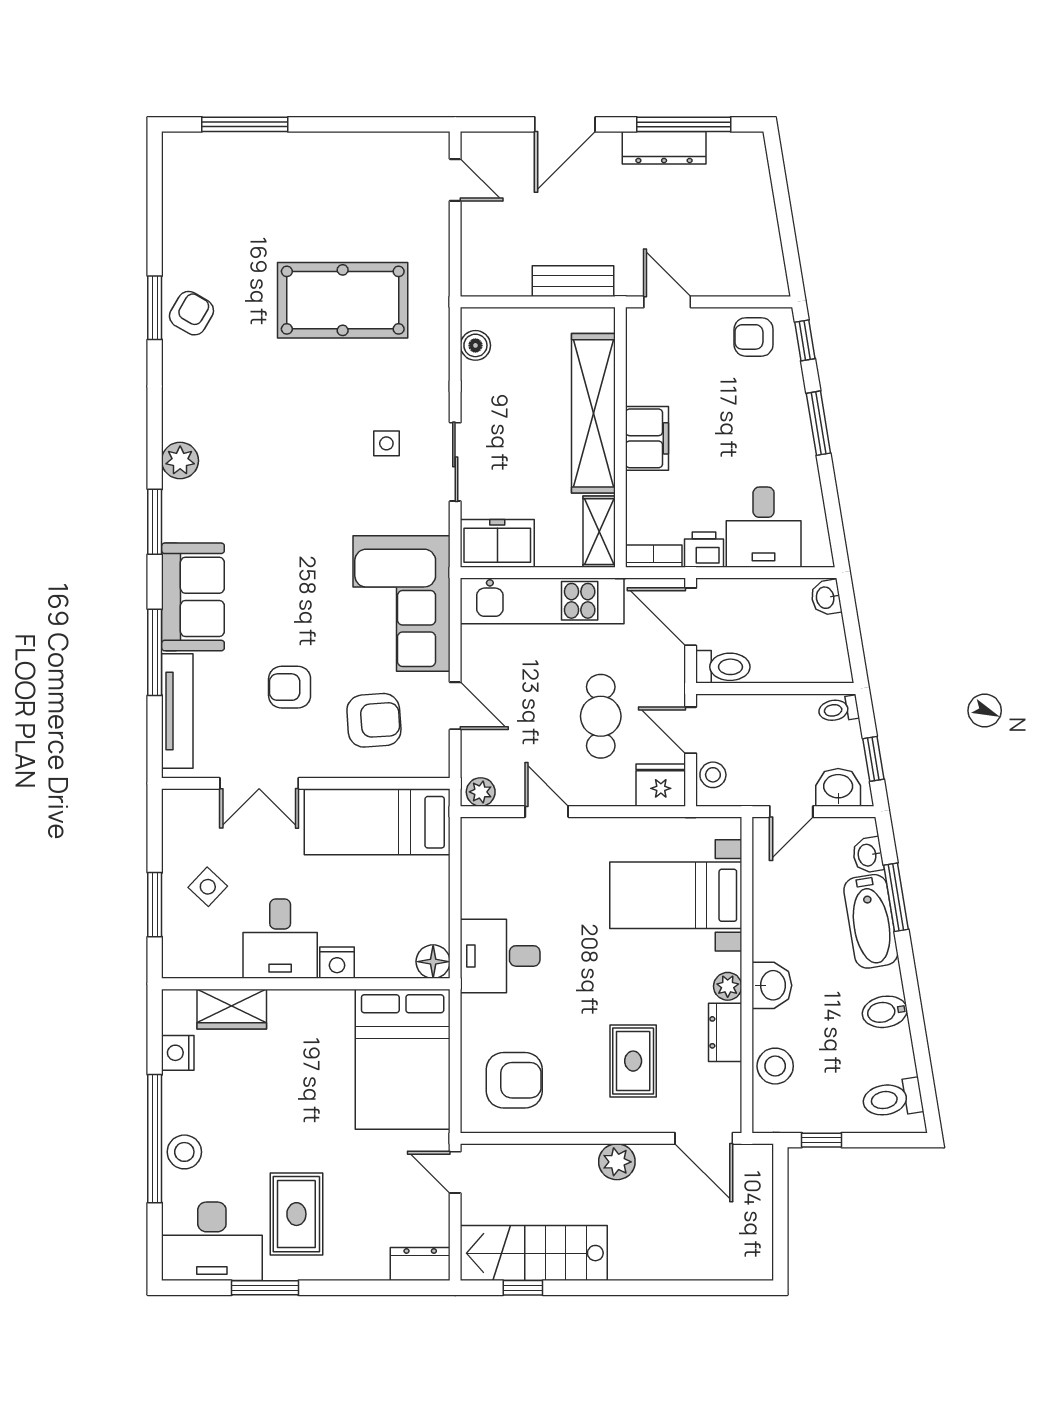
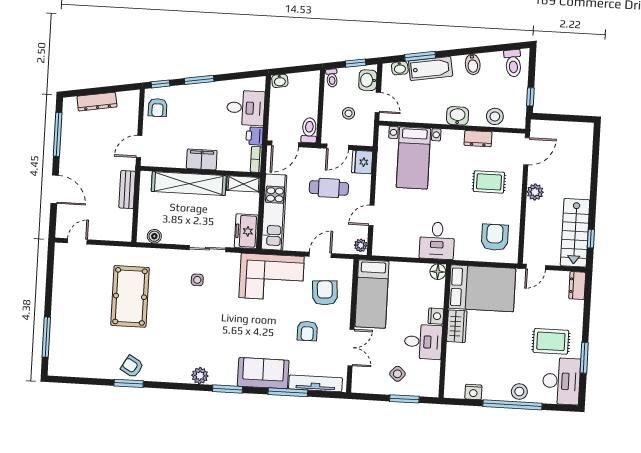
dresser: (664, 148) -> (97, 102), moved, turned 81
stool: (713, 775) -> (349, 113), moved
plant: (728, 986) -> (457, 136), removed
wardrobe: (232, 1009) -> (457, 326), moved

